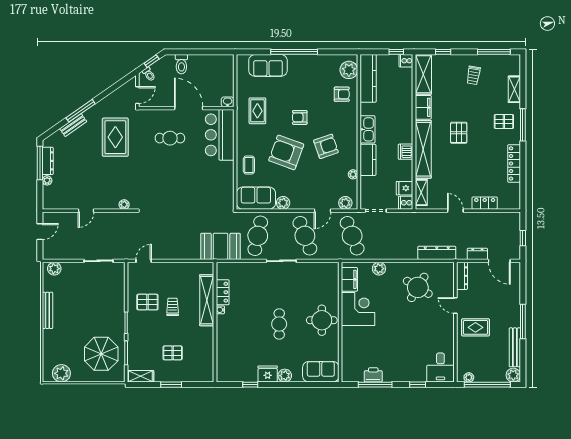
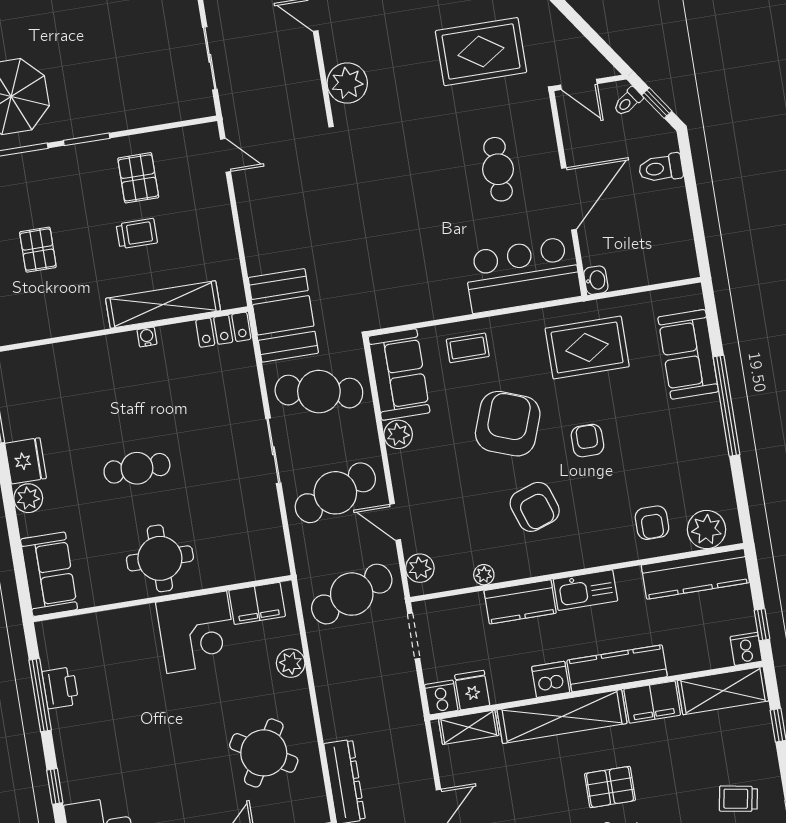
rug: (257, 111) -> (587, 347), width x1.36, depth x1.43
kitchen counter: (405, 121) -> (617, 668), added
plant: (124, 205) -> (347, 83), width x1.88, depth x1.88
locker: (223, 292) -> (223, 330), moved

